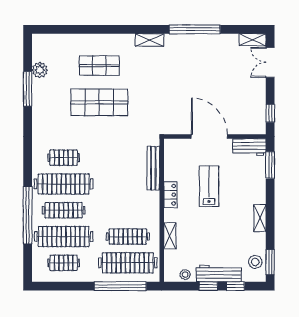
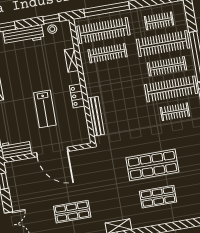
shop shelf: (199, 66) -> (72, 212), added
window: (208, 286) -> (51, 19), moved

